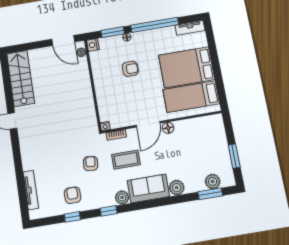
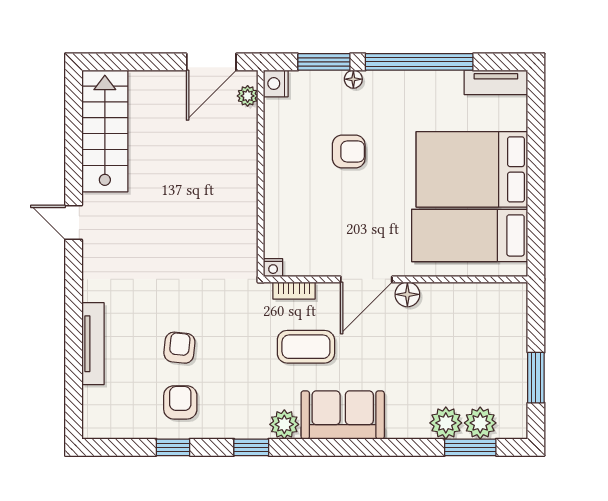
door: (63, 41) -> (211, 62), hinge flipped
armchair: (91, 163) -> (179, 348), moved
plant: (177, 188) -> (446, 423), moved
tv unit: (31, 190) -> (93, 344), moved

